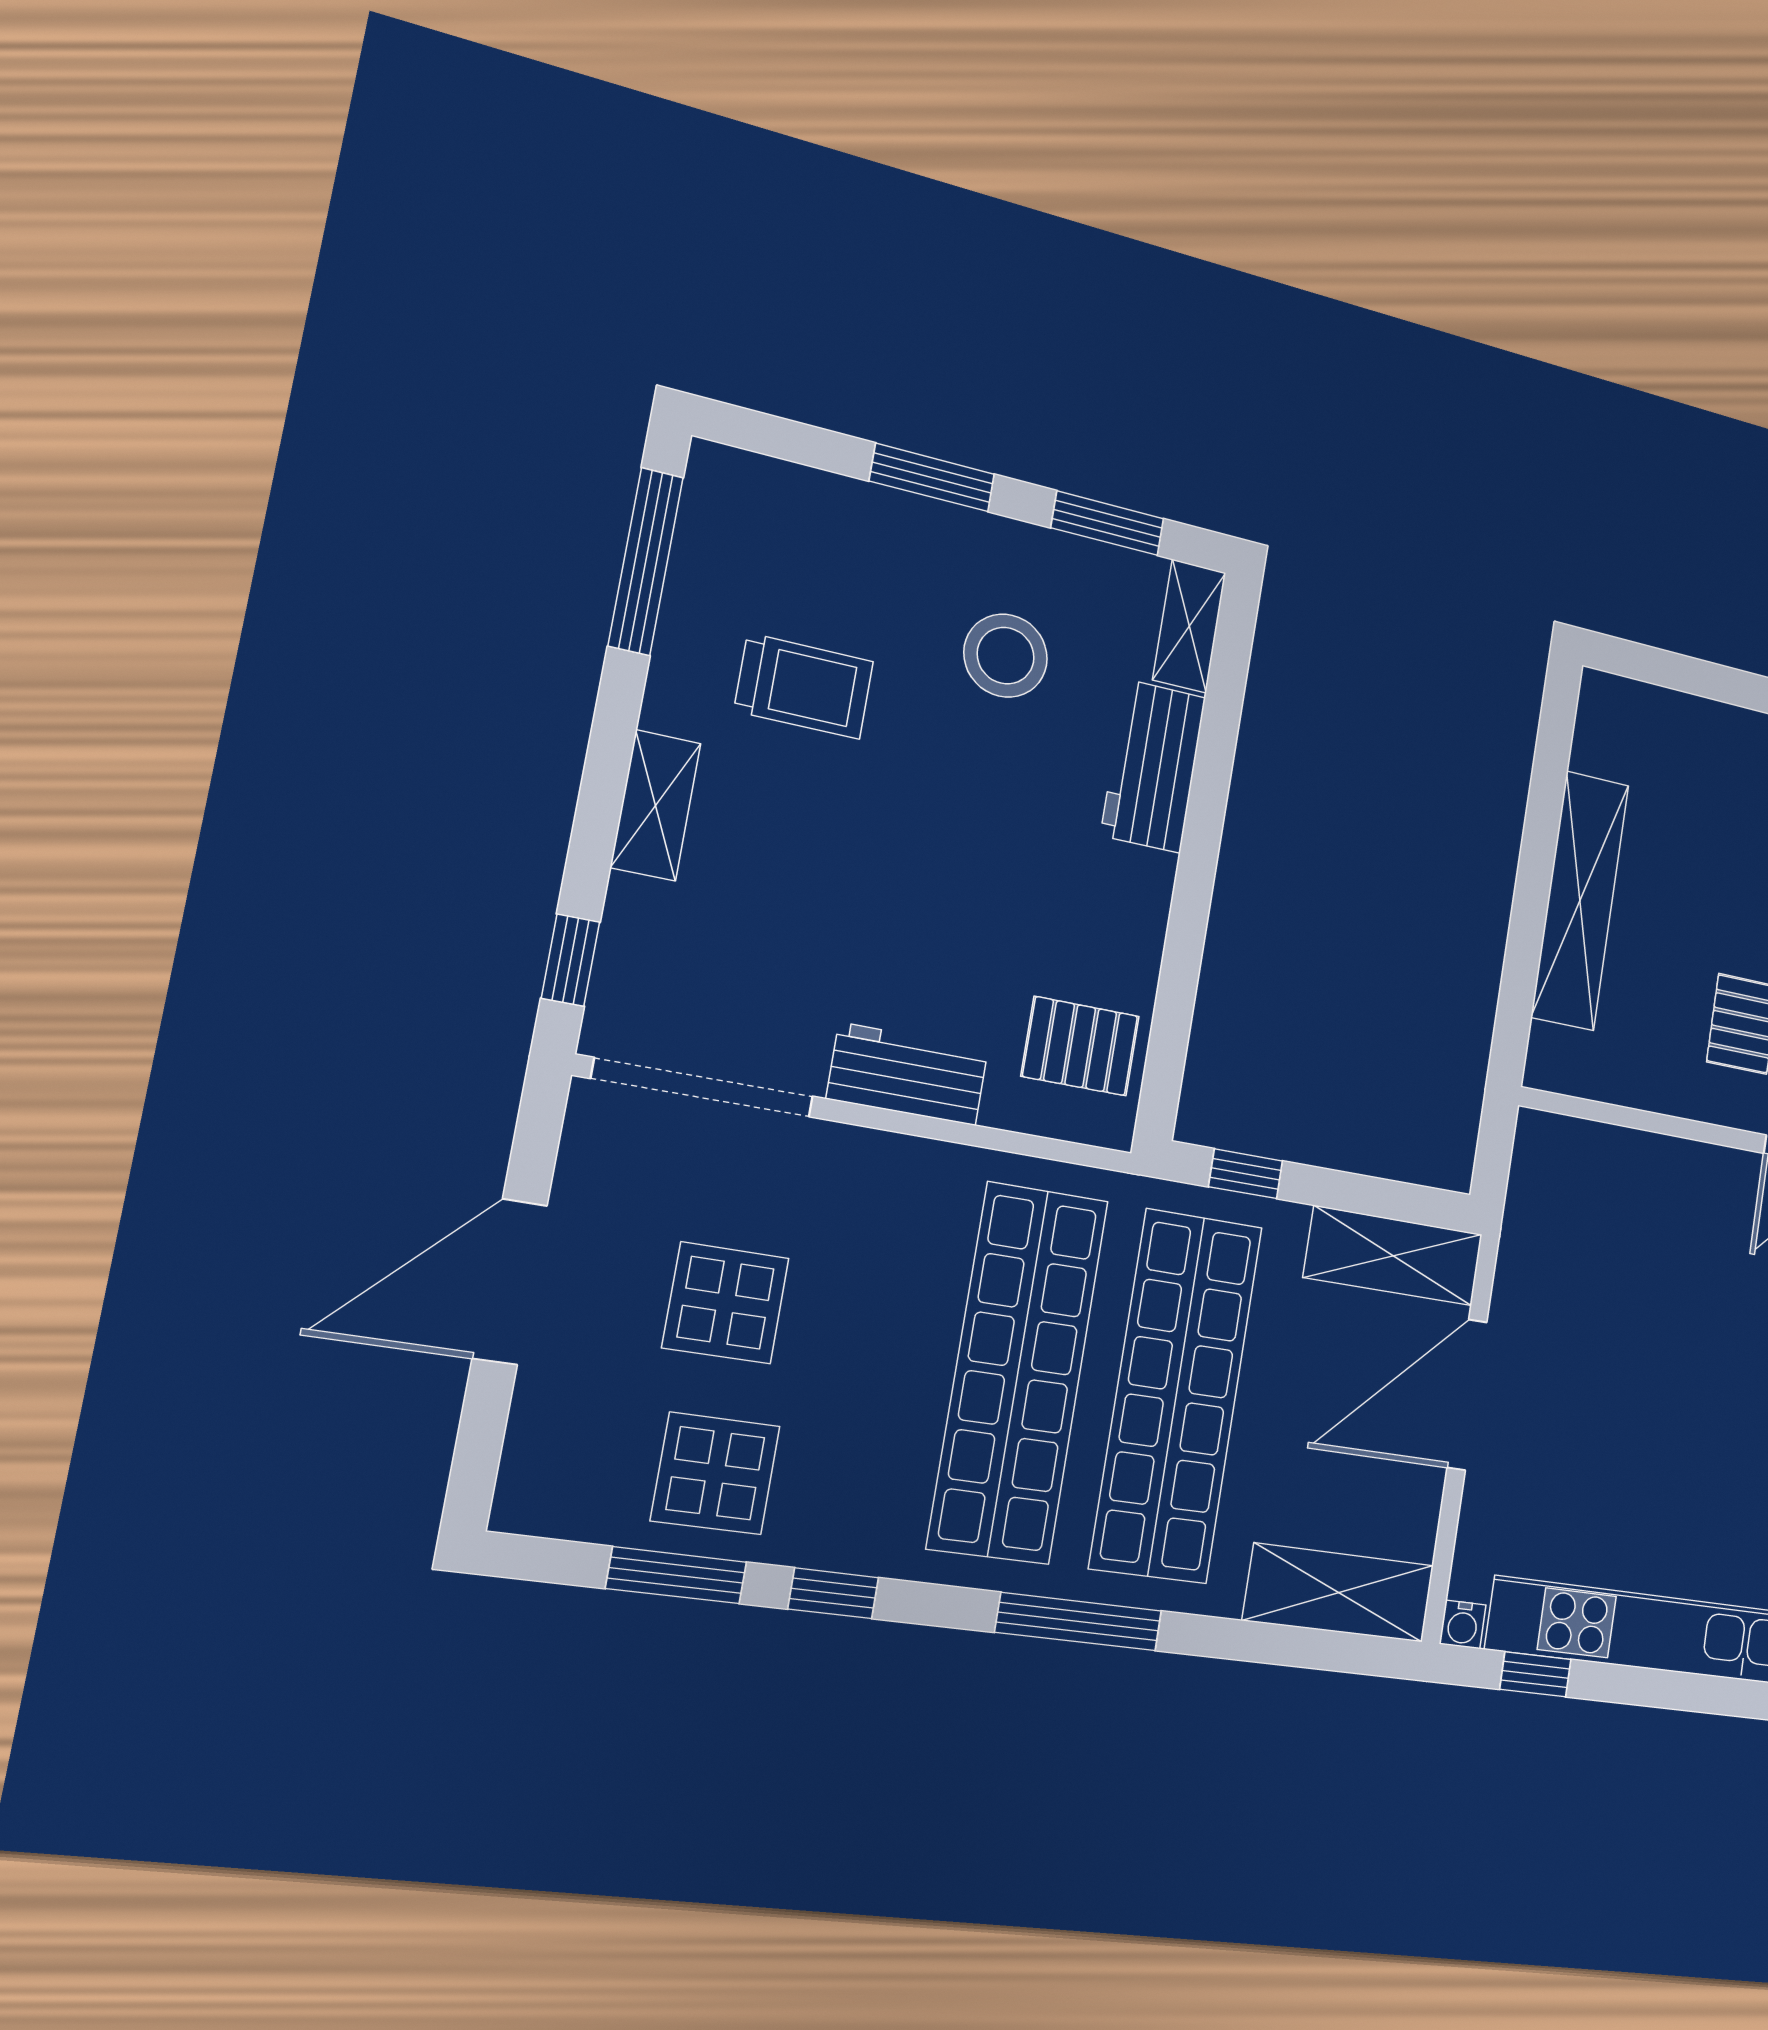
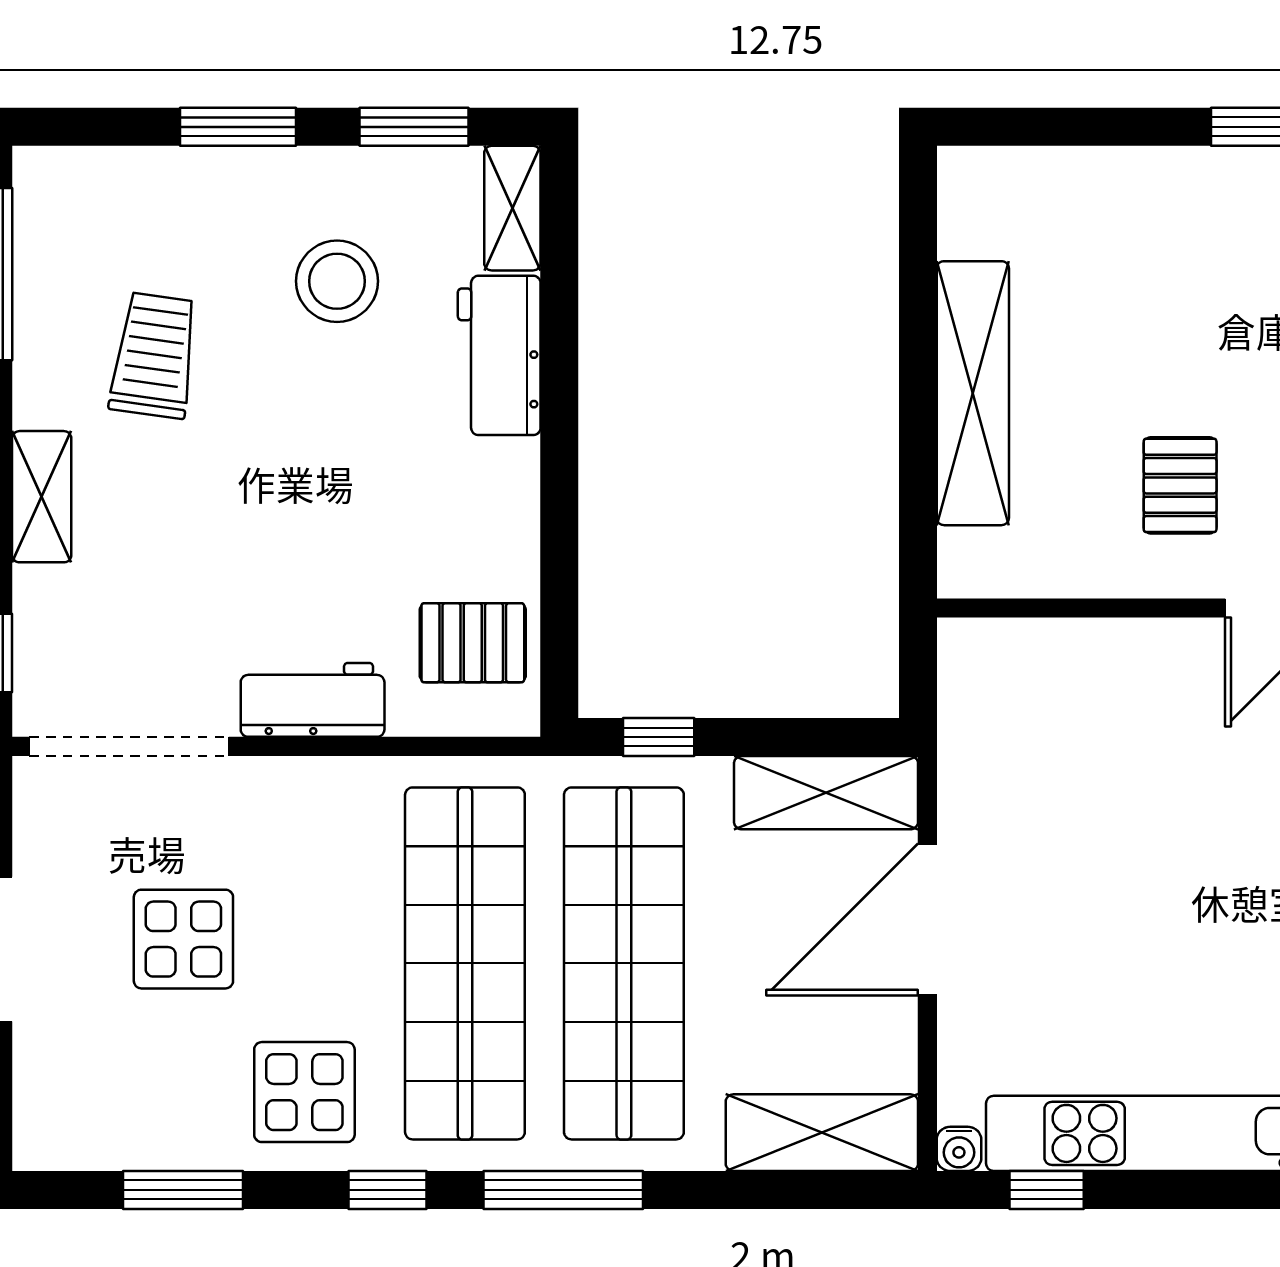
trolley: (804, 686) -> (154, 355), turned -82
display table: (715, 1473) -> (304, 1092), moved
window: (833, 1593) -> (388, 1190), moved

